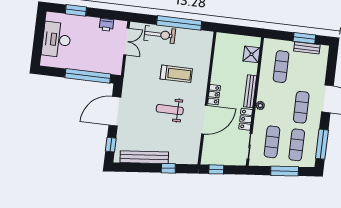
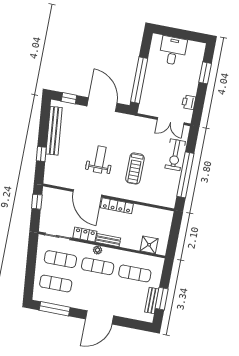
desk: (57, 40) -> (173, 51), width x0.73
bench: (250, 91) -> (108, 240), width x0.73
locker: (214, 95) -> (117, 206), width x1.53
exercise mat: (301, 107) -> (98, 266), moved
window: (285, 171) -> (30, 270), removed

